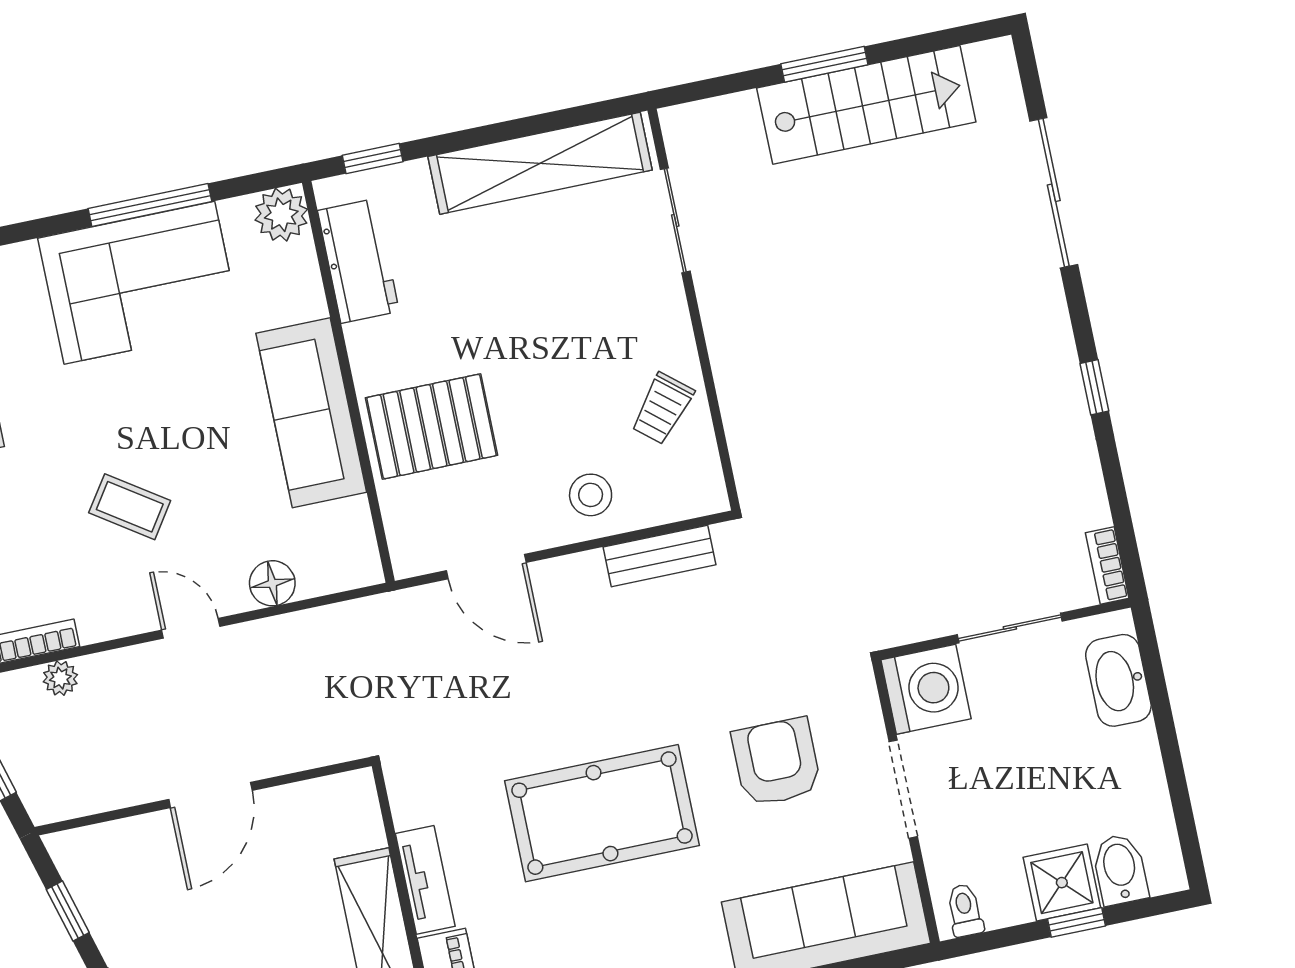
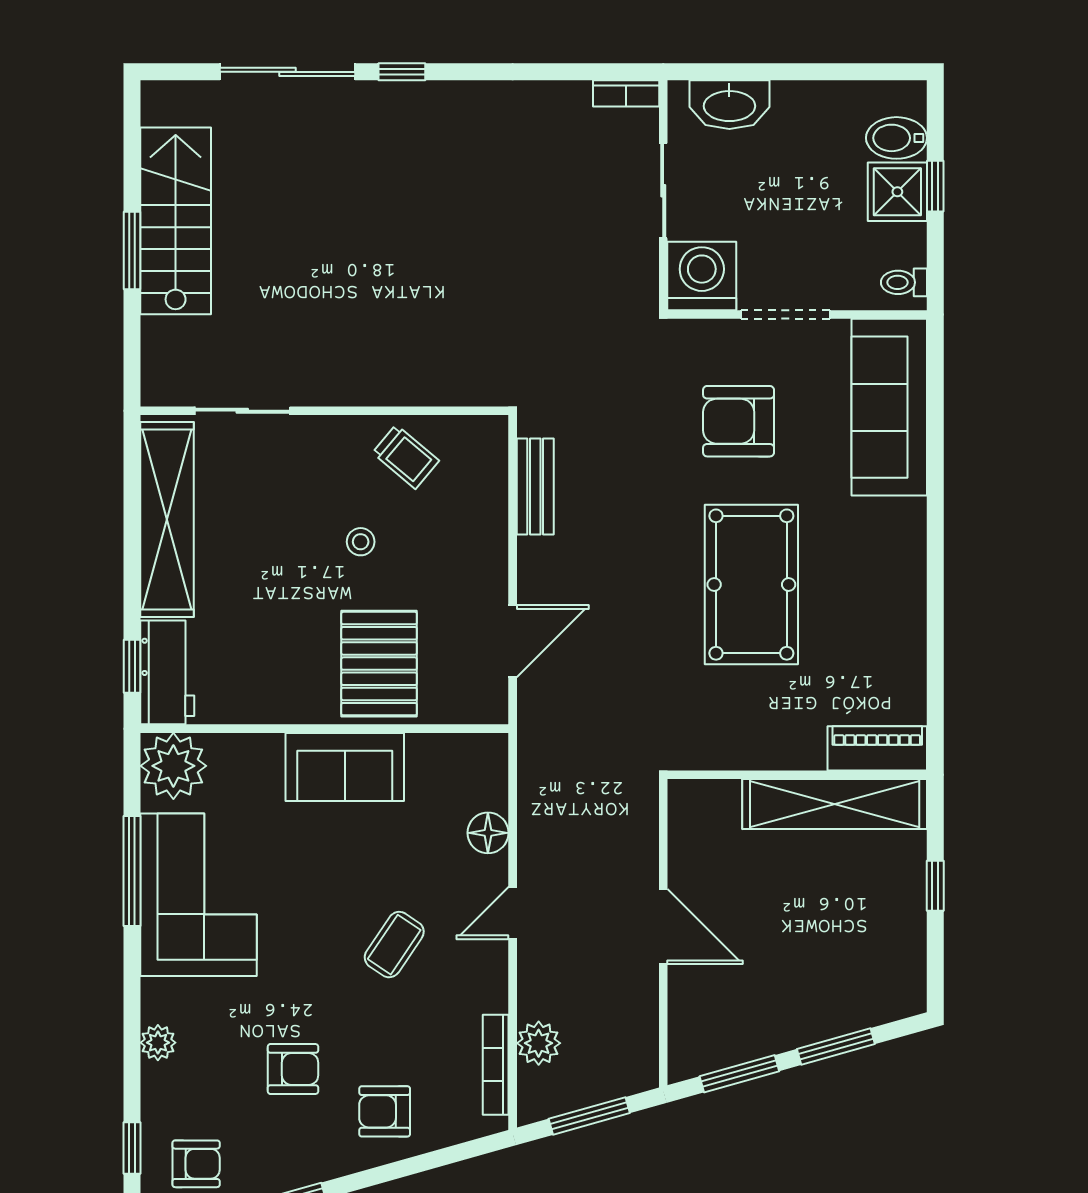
plant: (281, 215) -> (173, 766), width x1.36, depth x1.36
workbench: (358, 261) -> (167, 672), moved, turned 90
window: (1094, 387) -> (402, 72), moved
sofa: (311, 413) -> (345, 767), width x0.73
stool: (591, 495) -> (361, 542), moved, width x0.73, depth x0.73
plant: (60, 678) -> (539, 1043), width x1.38, depth x1.38
tv unit: (425, 880) -> (778, 753), removed
window: (68, 911) -> (739, 1074), width x1.50

